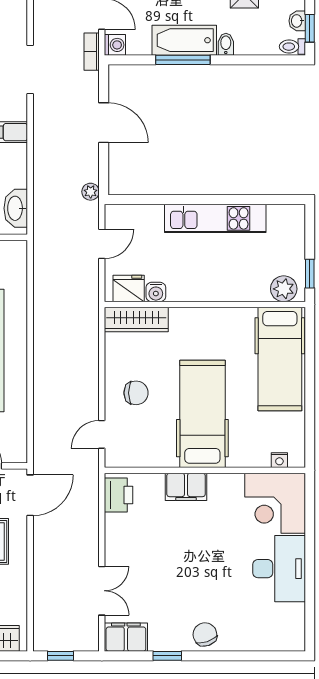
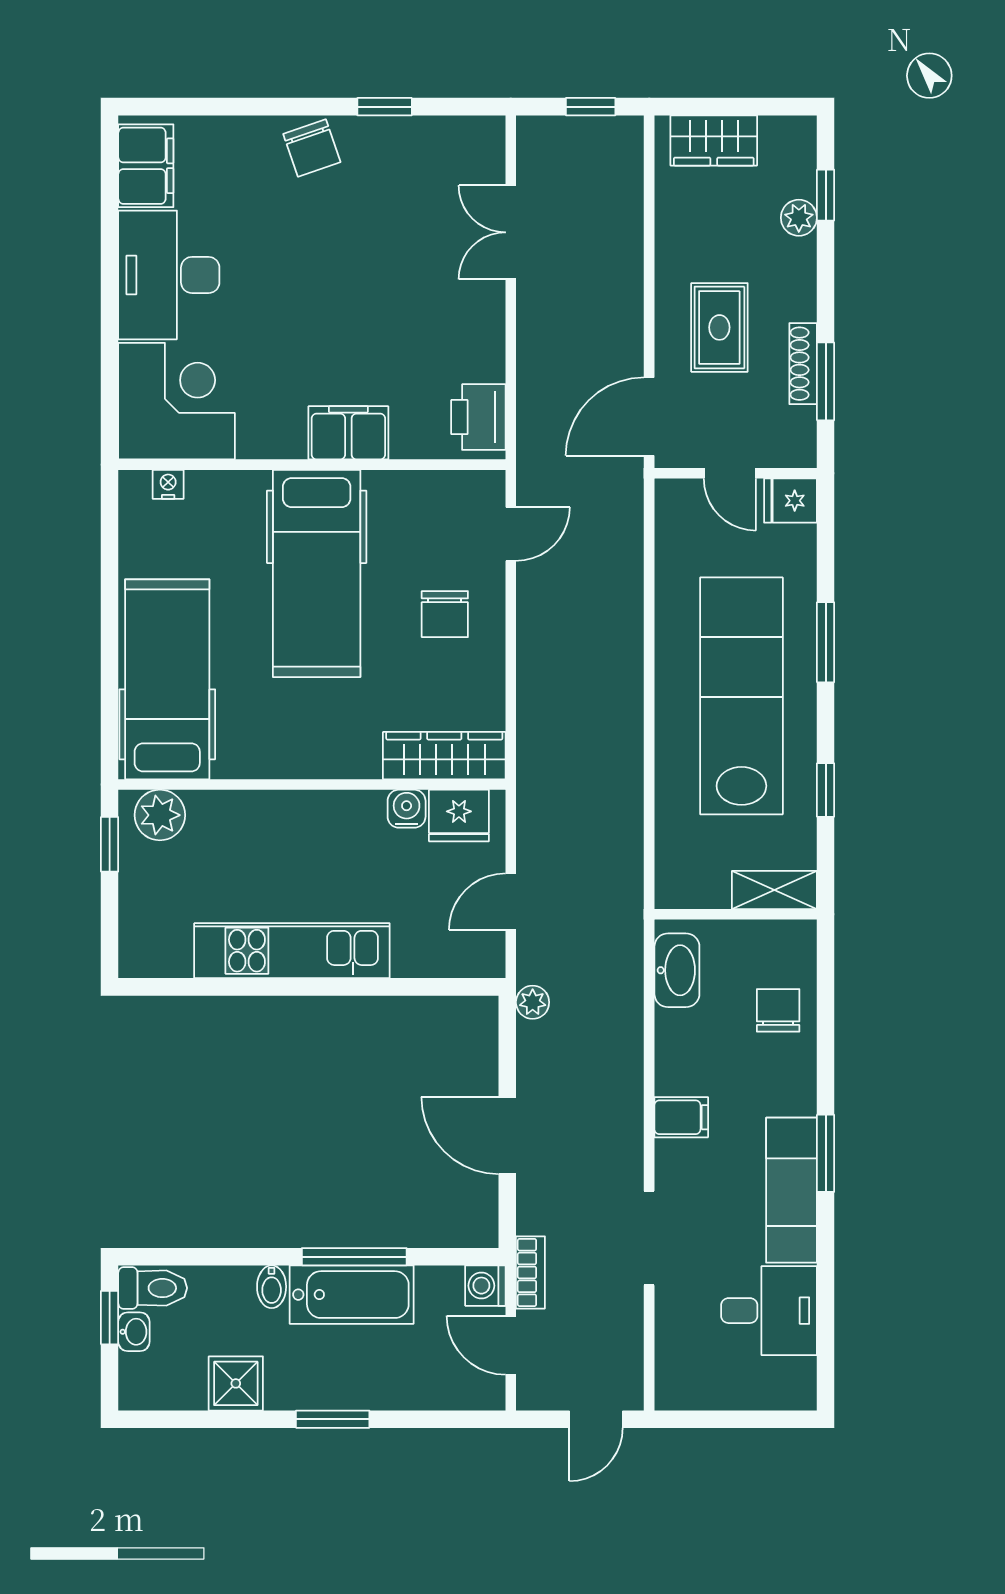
toilet: (292, 47) -> (153, 1288), width x1.37, depth x1.39
chair: (136, 393) -> (445, 614), turned -90
filing cabinet: (126, 637) -> (146, 166), moved, turned -90

